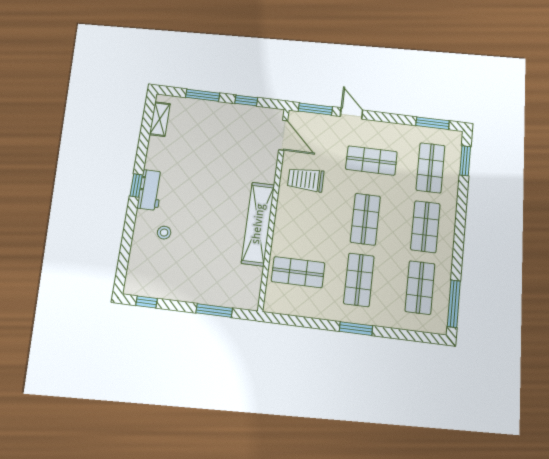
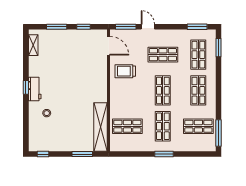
shelving: (258, 224) -> (101, 127), moved
shop shelf: (420, 287) -> (198, 126), turned 90

